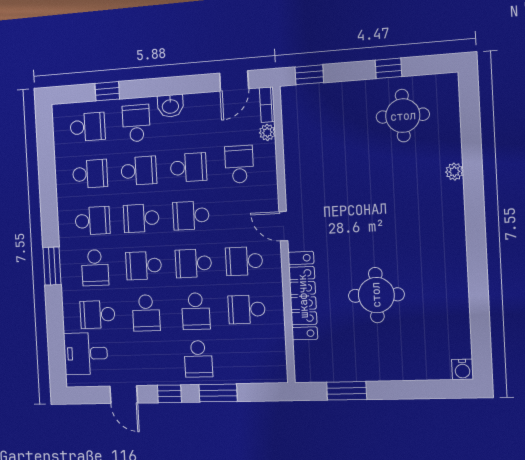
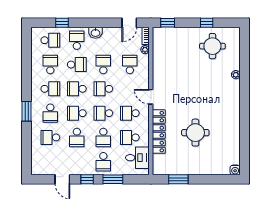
school desk: (188, 168) -> (103, 65), turned -90
school desk: (90, 174) -> (50, 65), turned -90
desk: (86, 354) -> (137, 158), moved, turned 180

